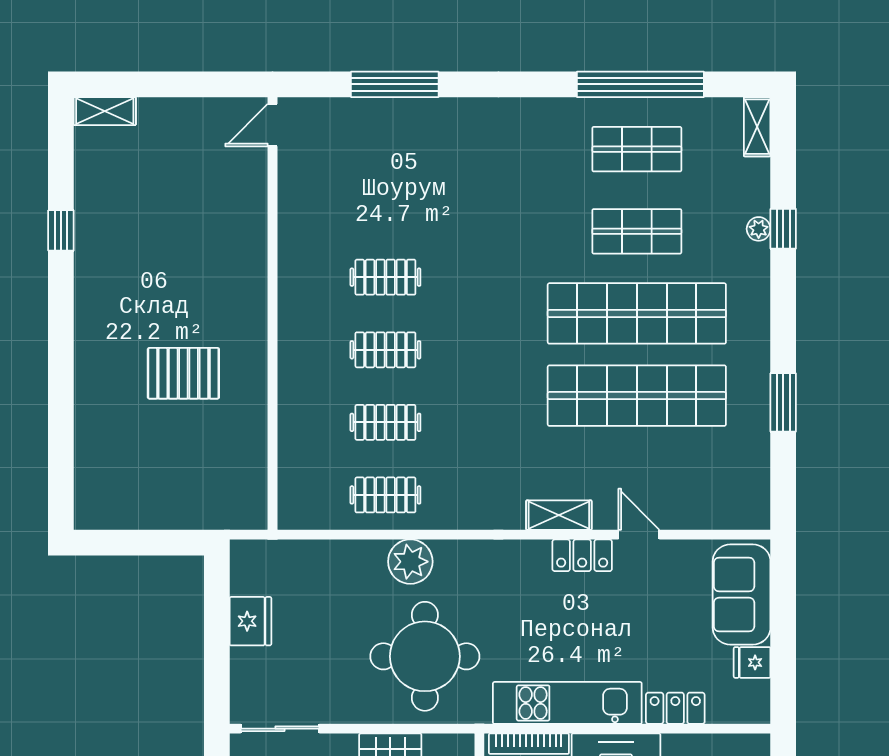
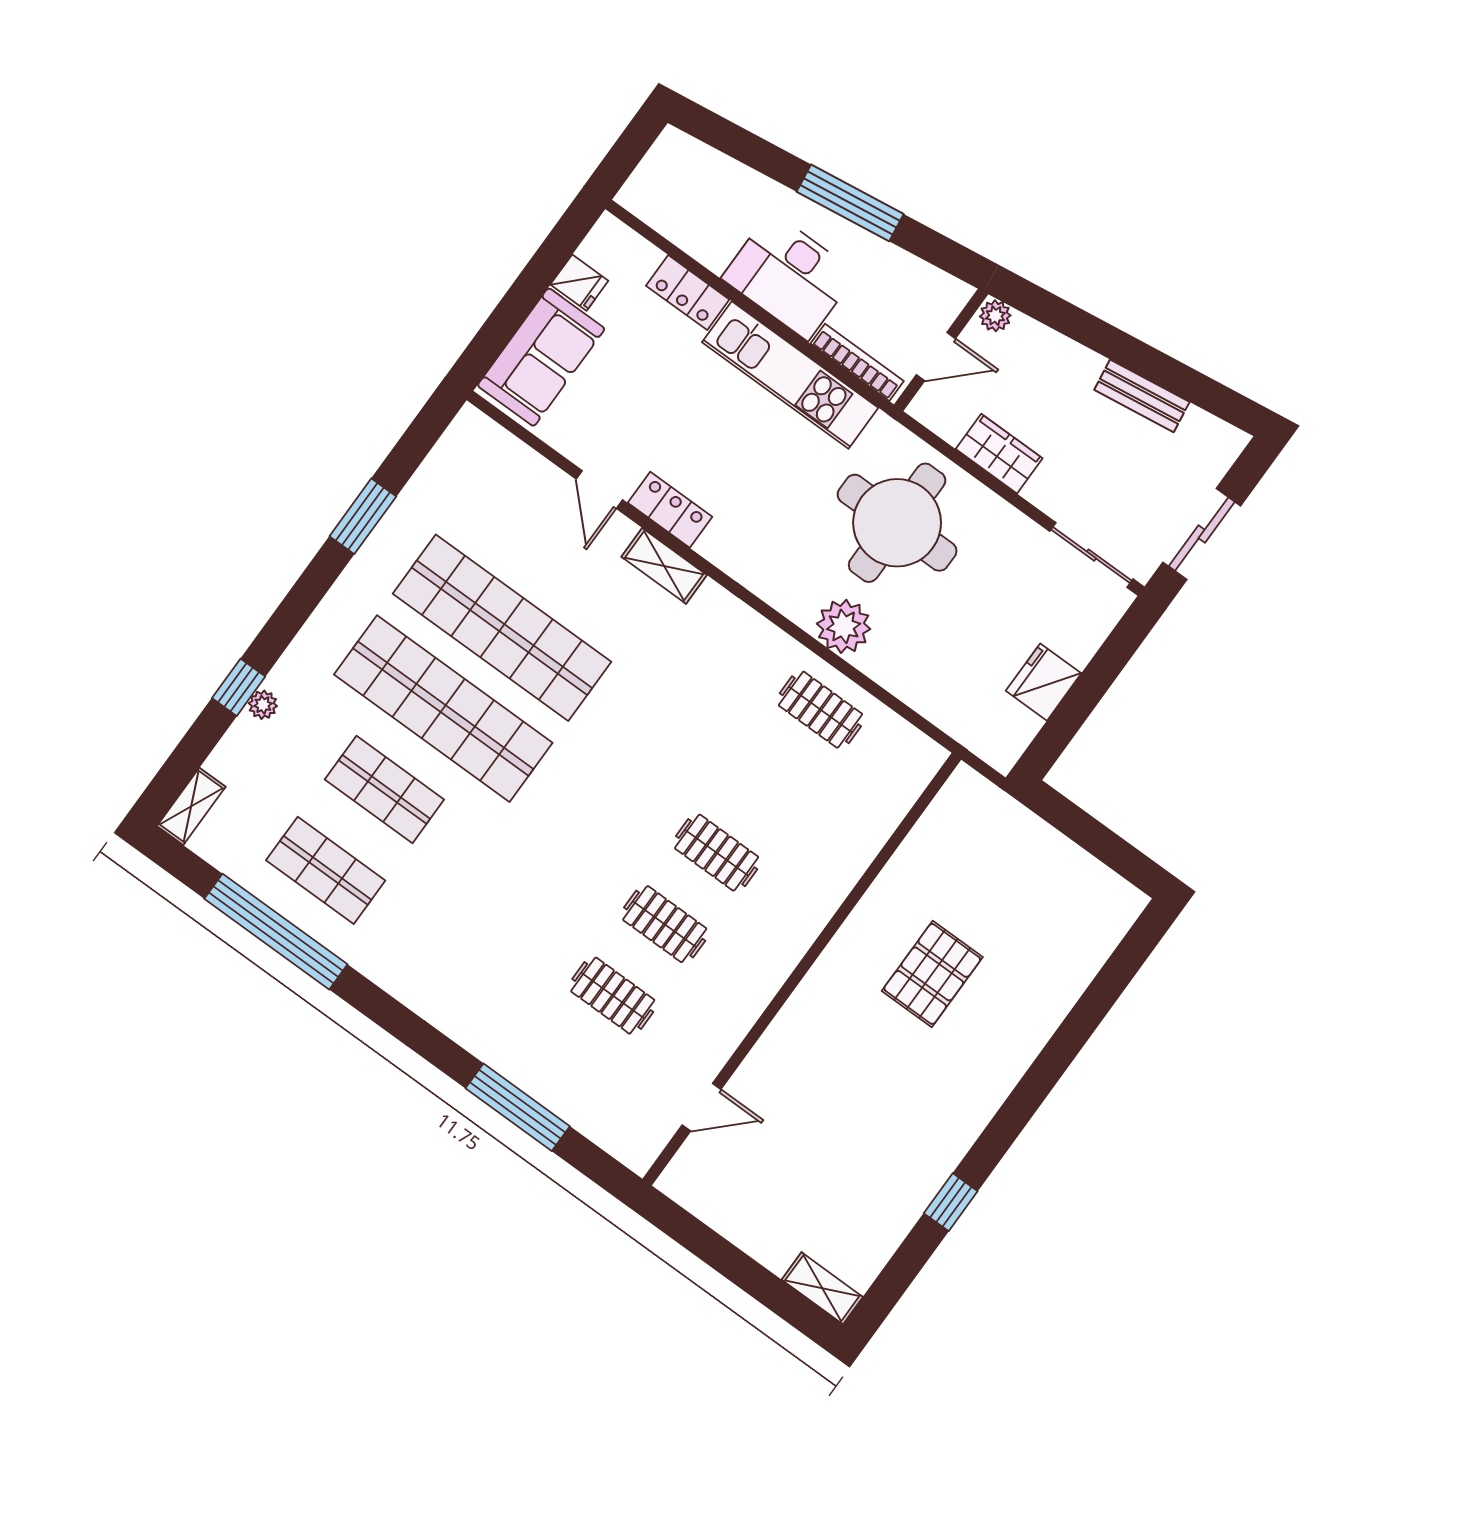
door: (273, 125) -> (702, 1107), moved
pallet: (183, 373) -> (932, 974), turned 90
clothes rail: (385, 422) -> (613, 996), moved

